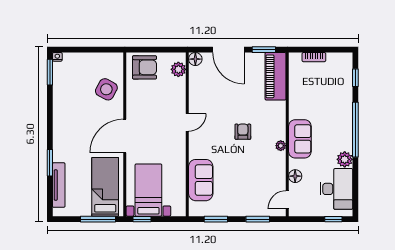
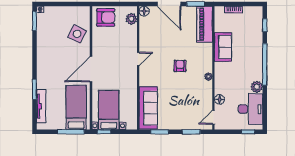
sofa: (300, 139) -> (223, 47), moved
sofa: (201, 180) -> (148, 108), width x1.36

